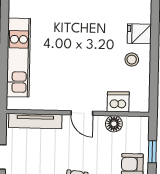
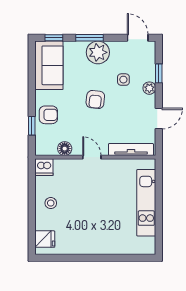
fridge: (139, 34) -> (45, 239), moved
dishwasher: (118, 102) -> (44, 167), moved

